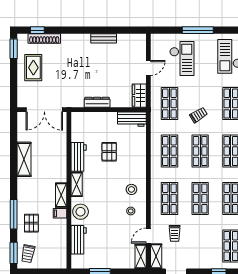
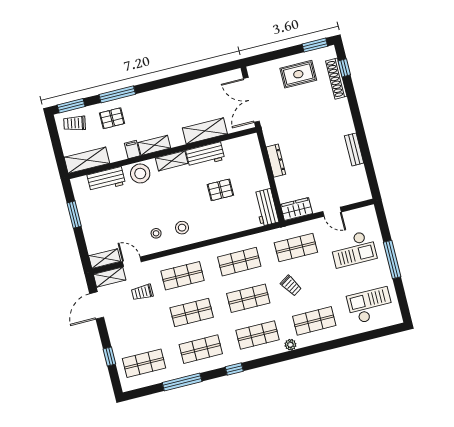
shelving: (24, 159) -> (205, 131), moved
shelving: (60, 251) -> (87, 160), added

